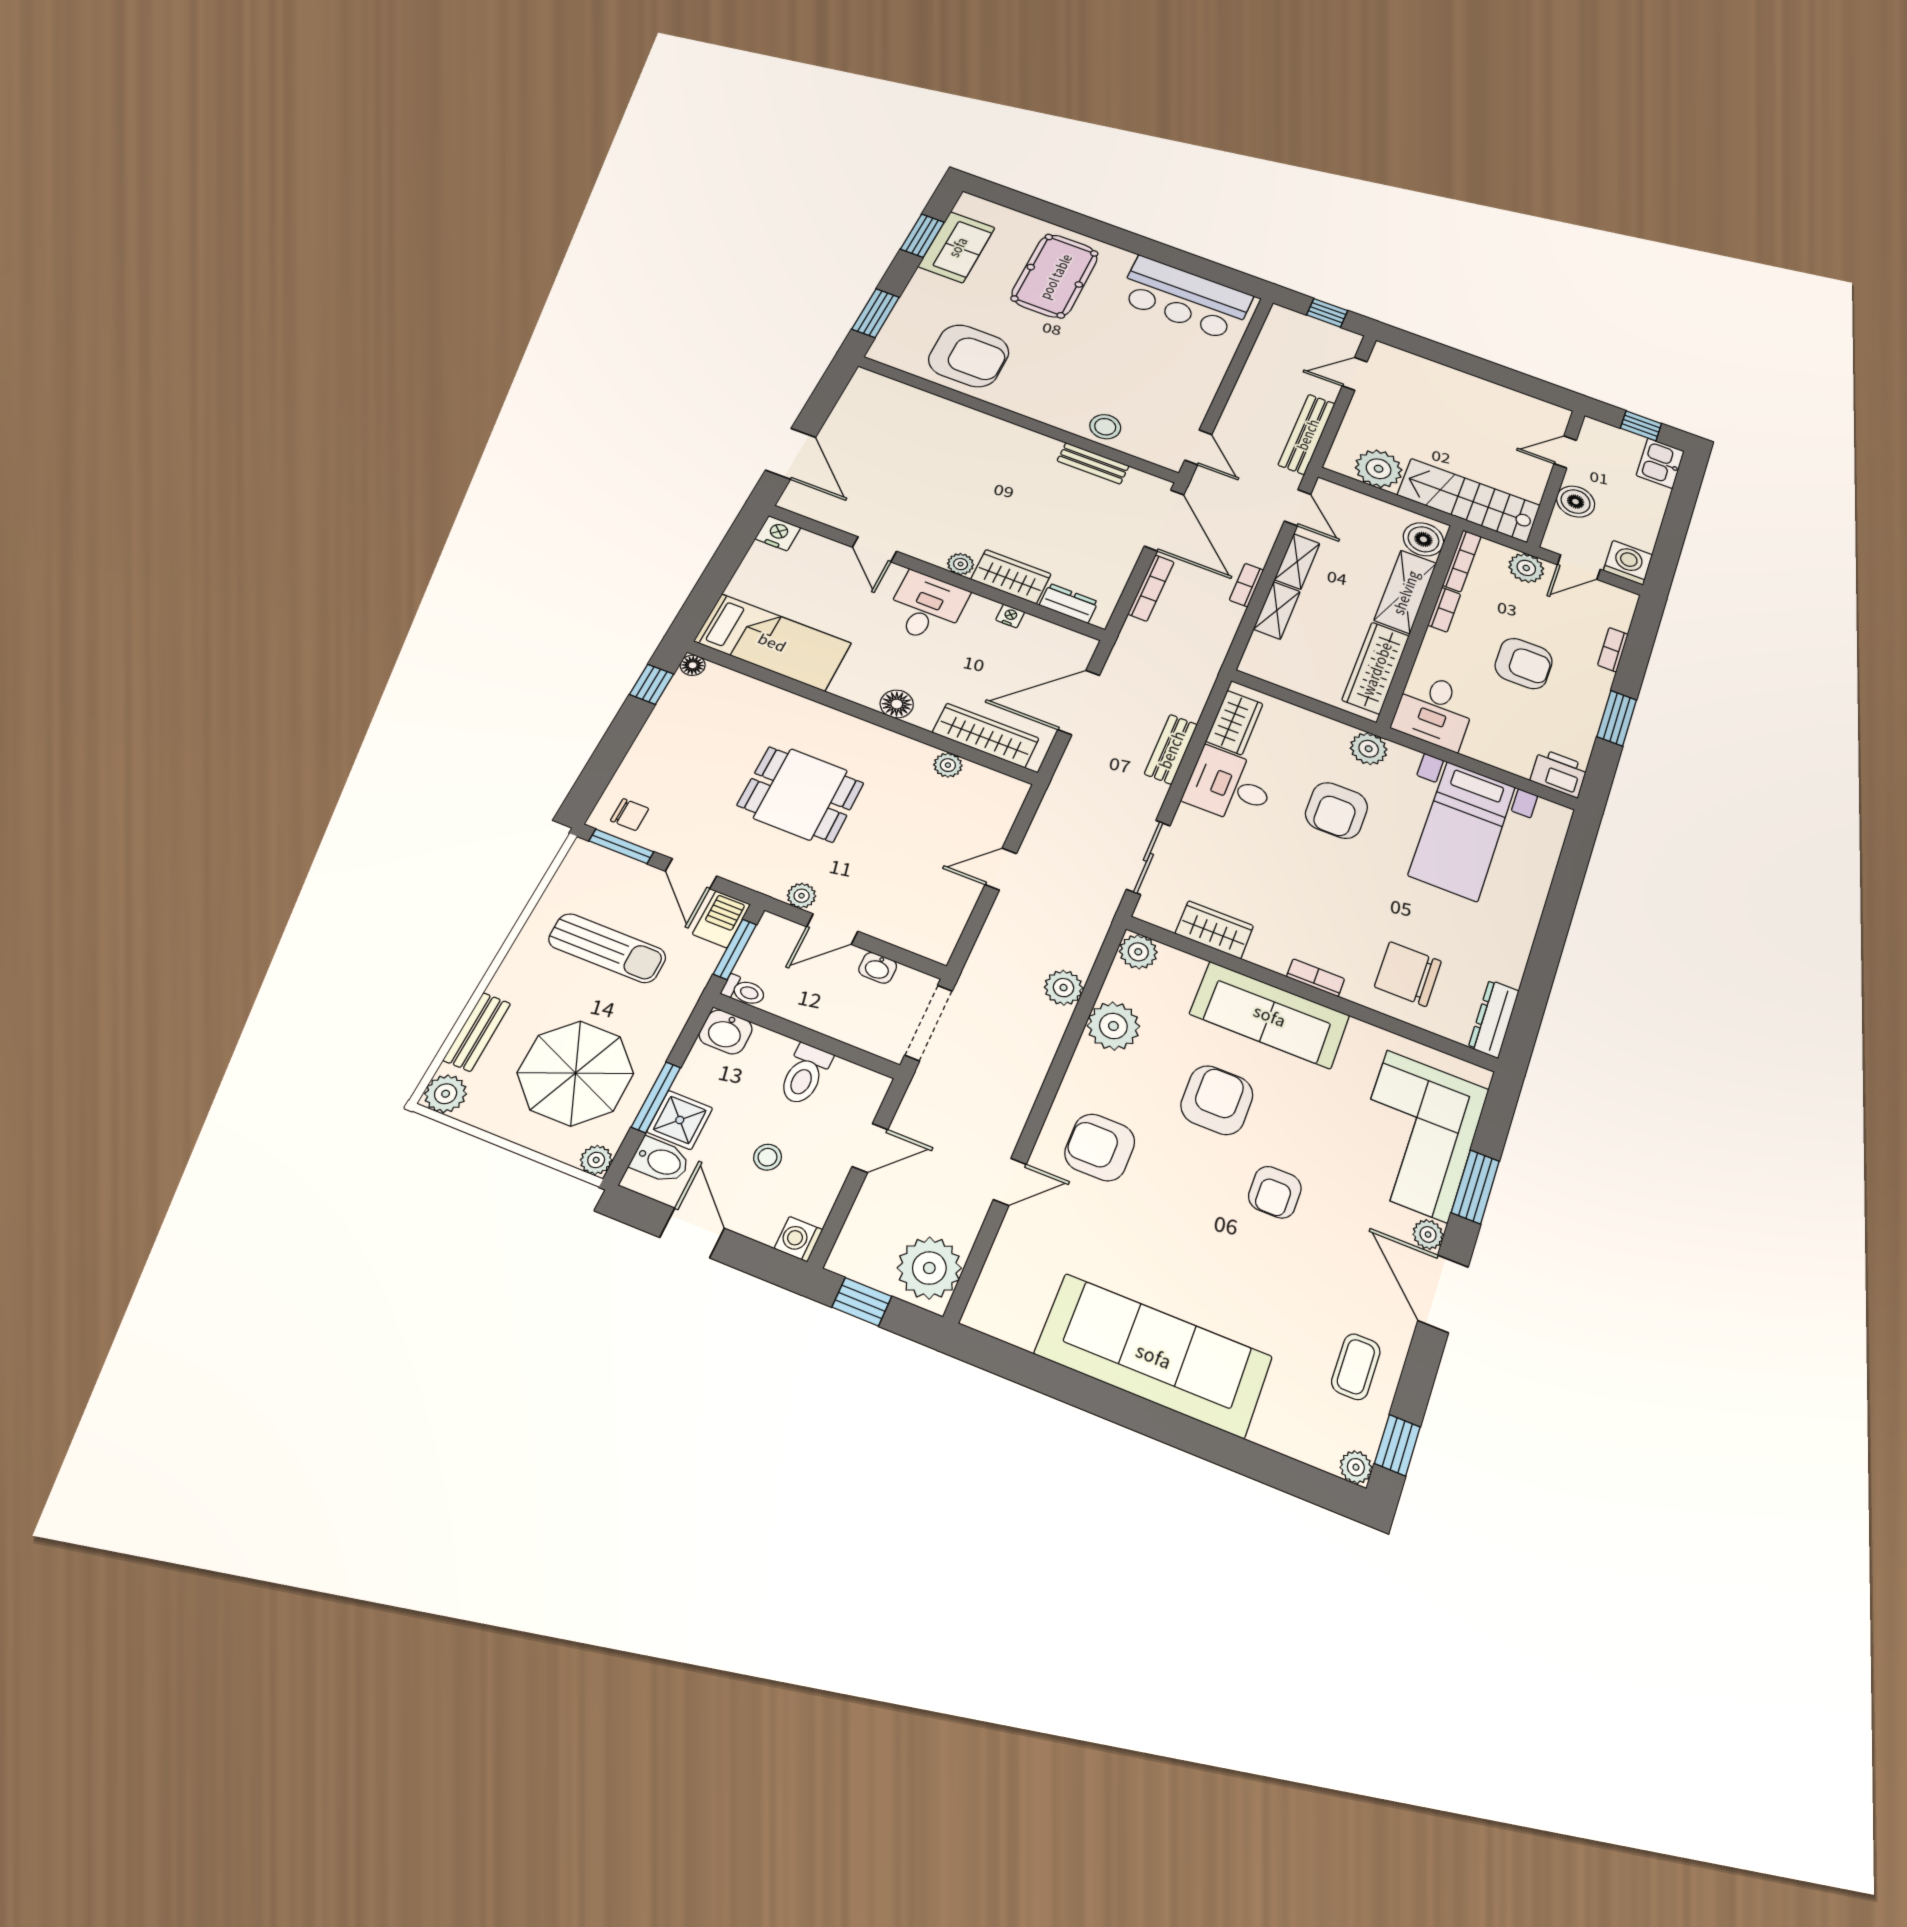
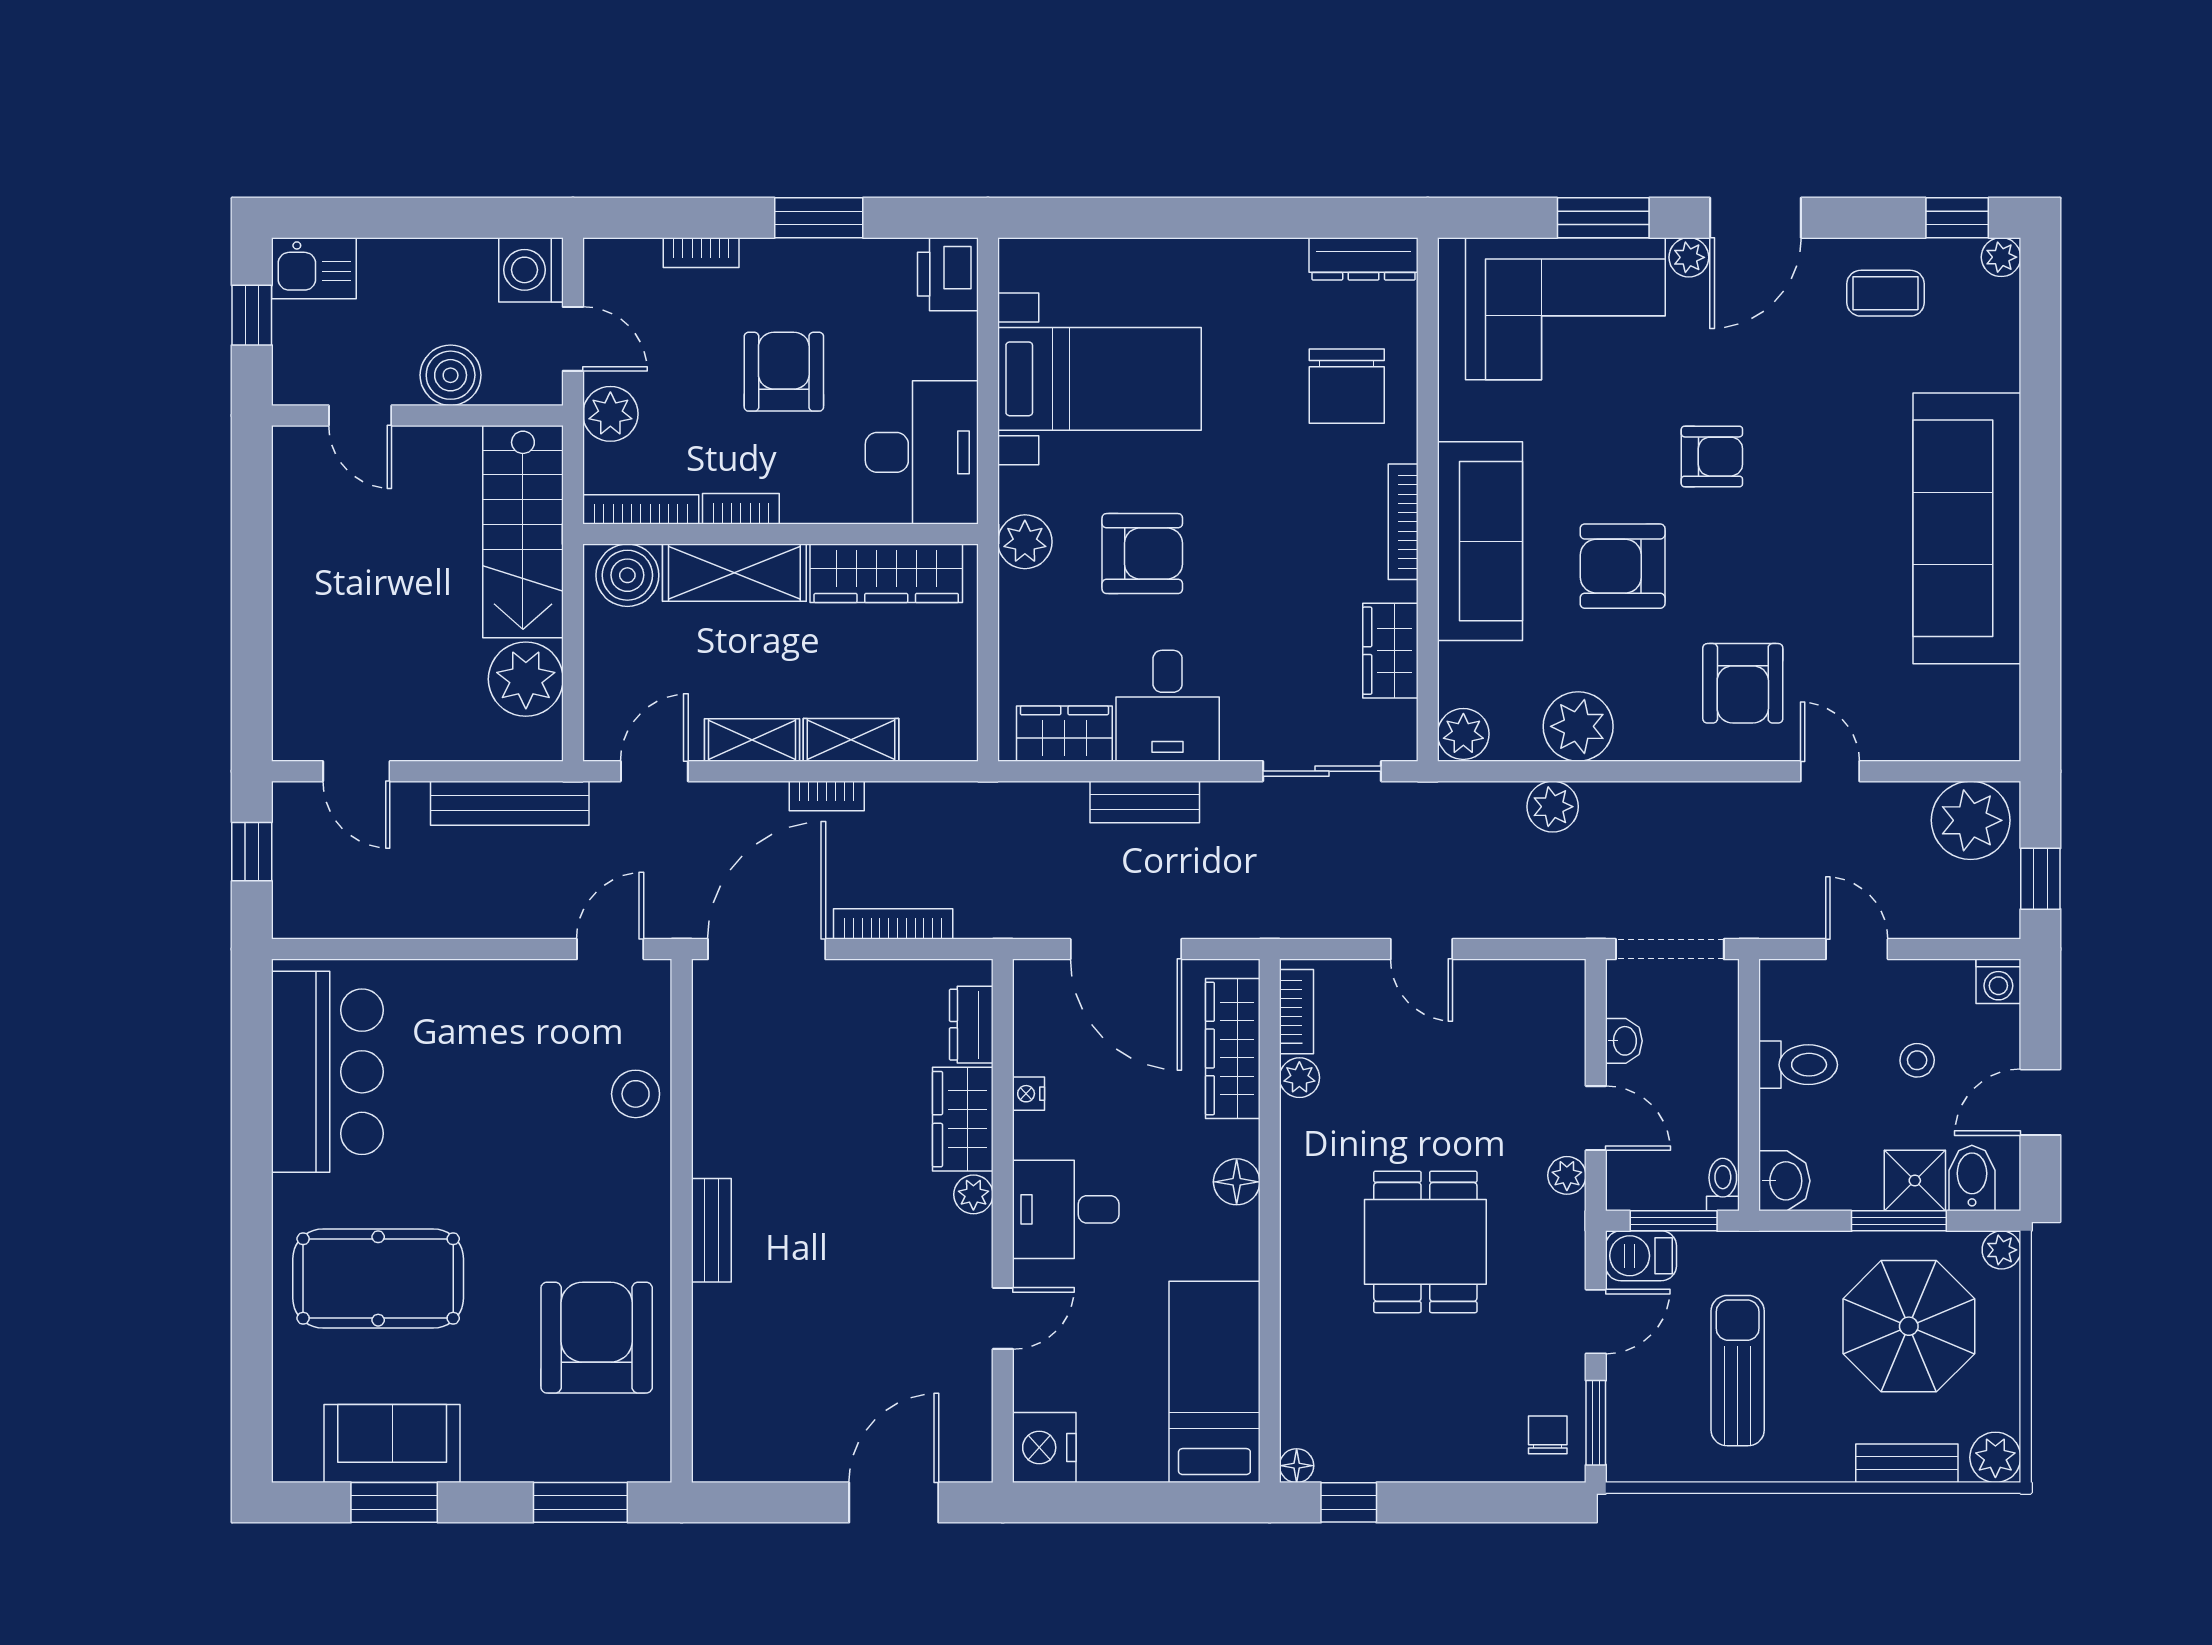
bench: (1093, 463) -> (711, 1230), moved
nightstand: (778, 533) -> (1044, 1448), width x1.36, depth x1.33
desk: (1434, 711) -> (922, 452), width x1.37
bookcase: (993, 780) -> (1296, 1012), added
bookcase: (1316, 978) -> (1403, 522), width x1.56

